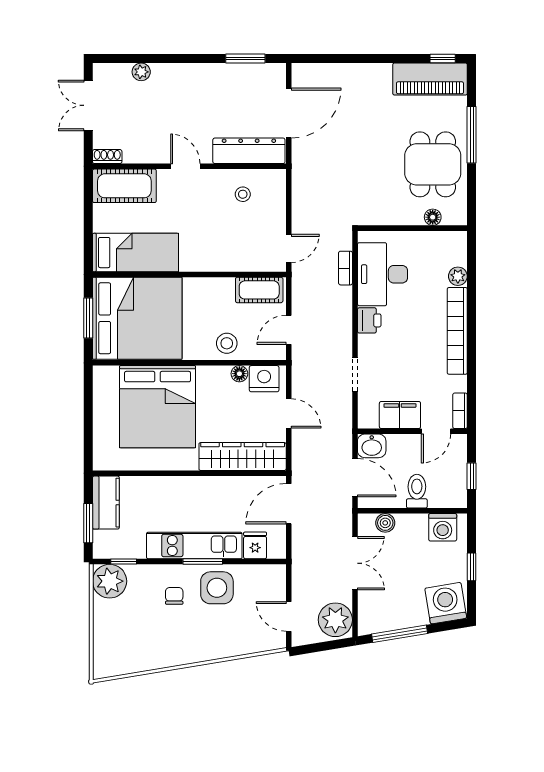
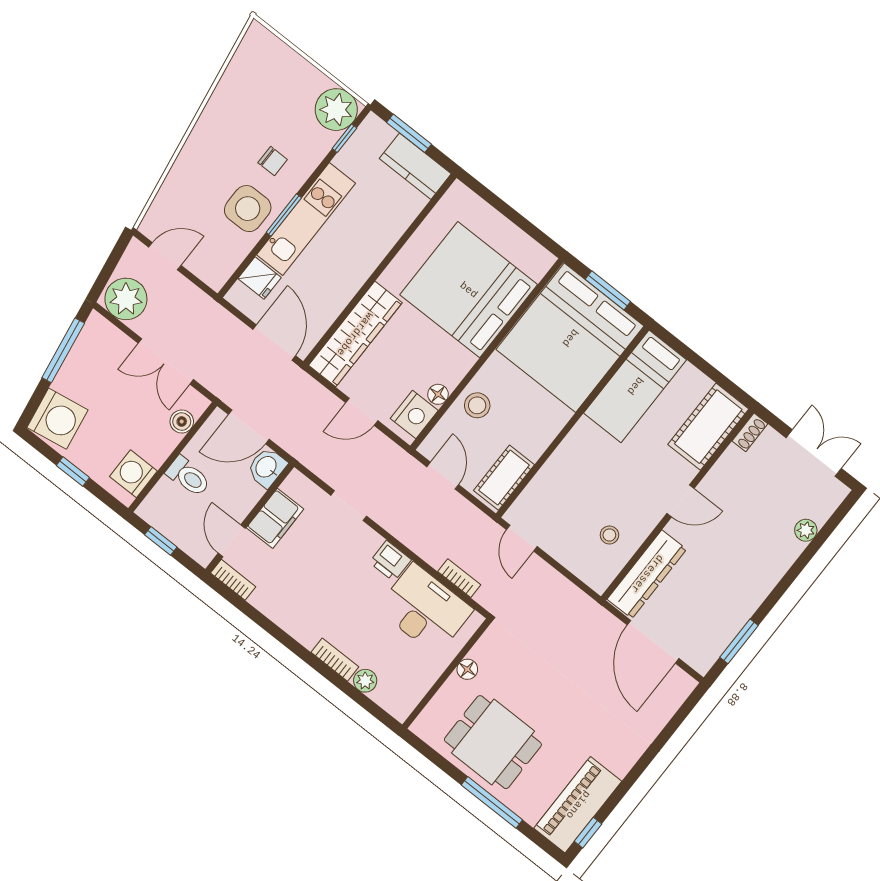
floor lamp: (433, 217) -> (467, 669), moved
bookcase: (457, 331) -> (335, 660), width x0.43, depth x0.76

